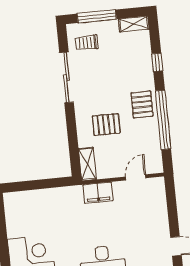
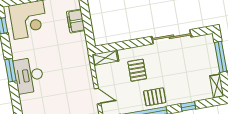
trolley: (87, 43) -> (200, 50), removed
filing cabinet: (98, 193) -> (76, 21), moved

